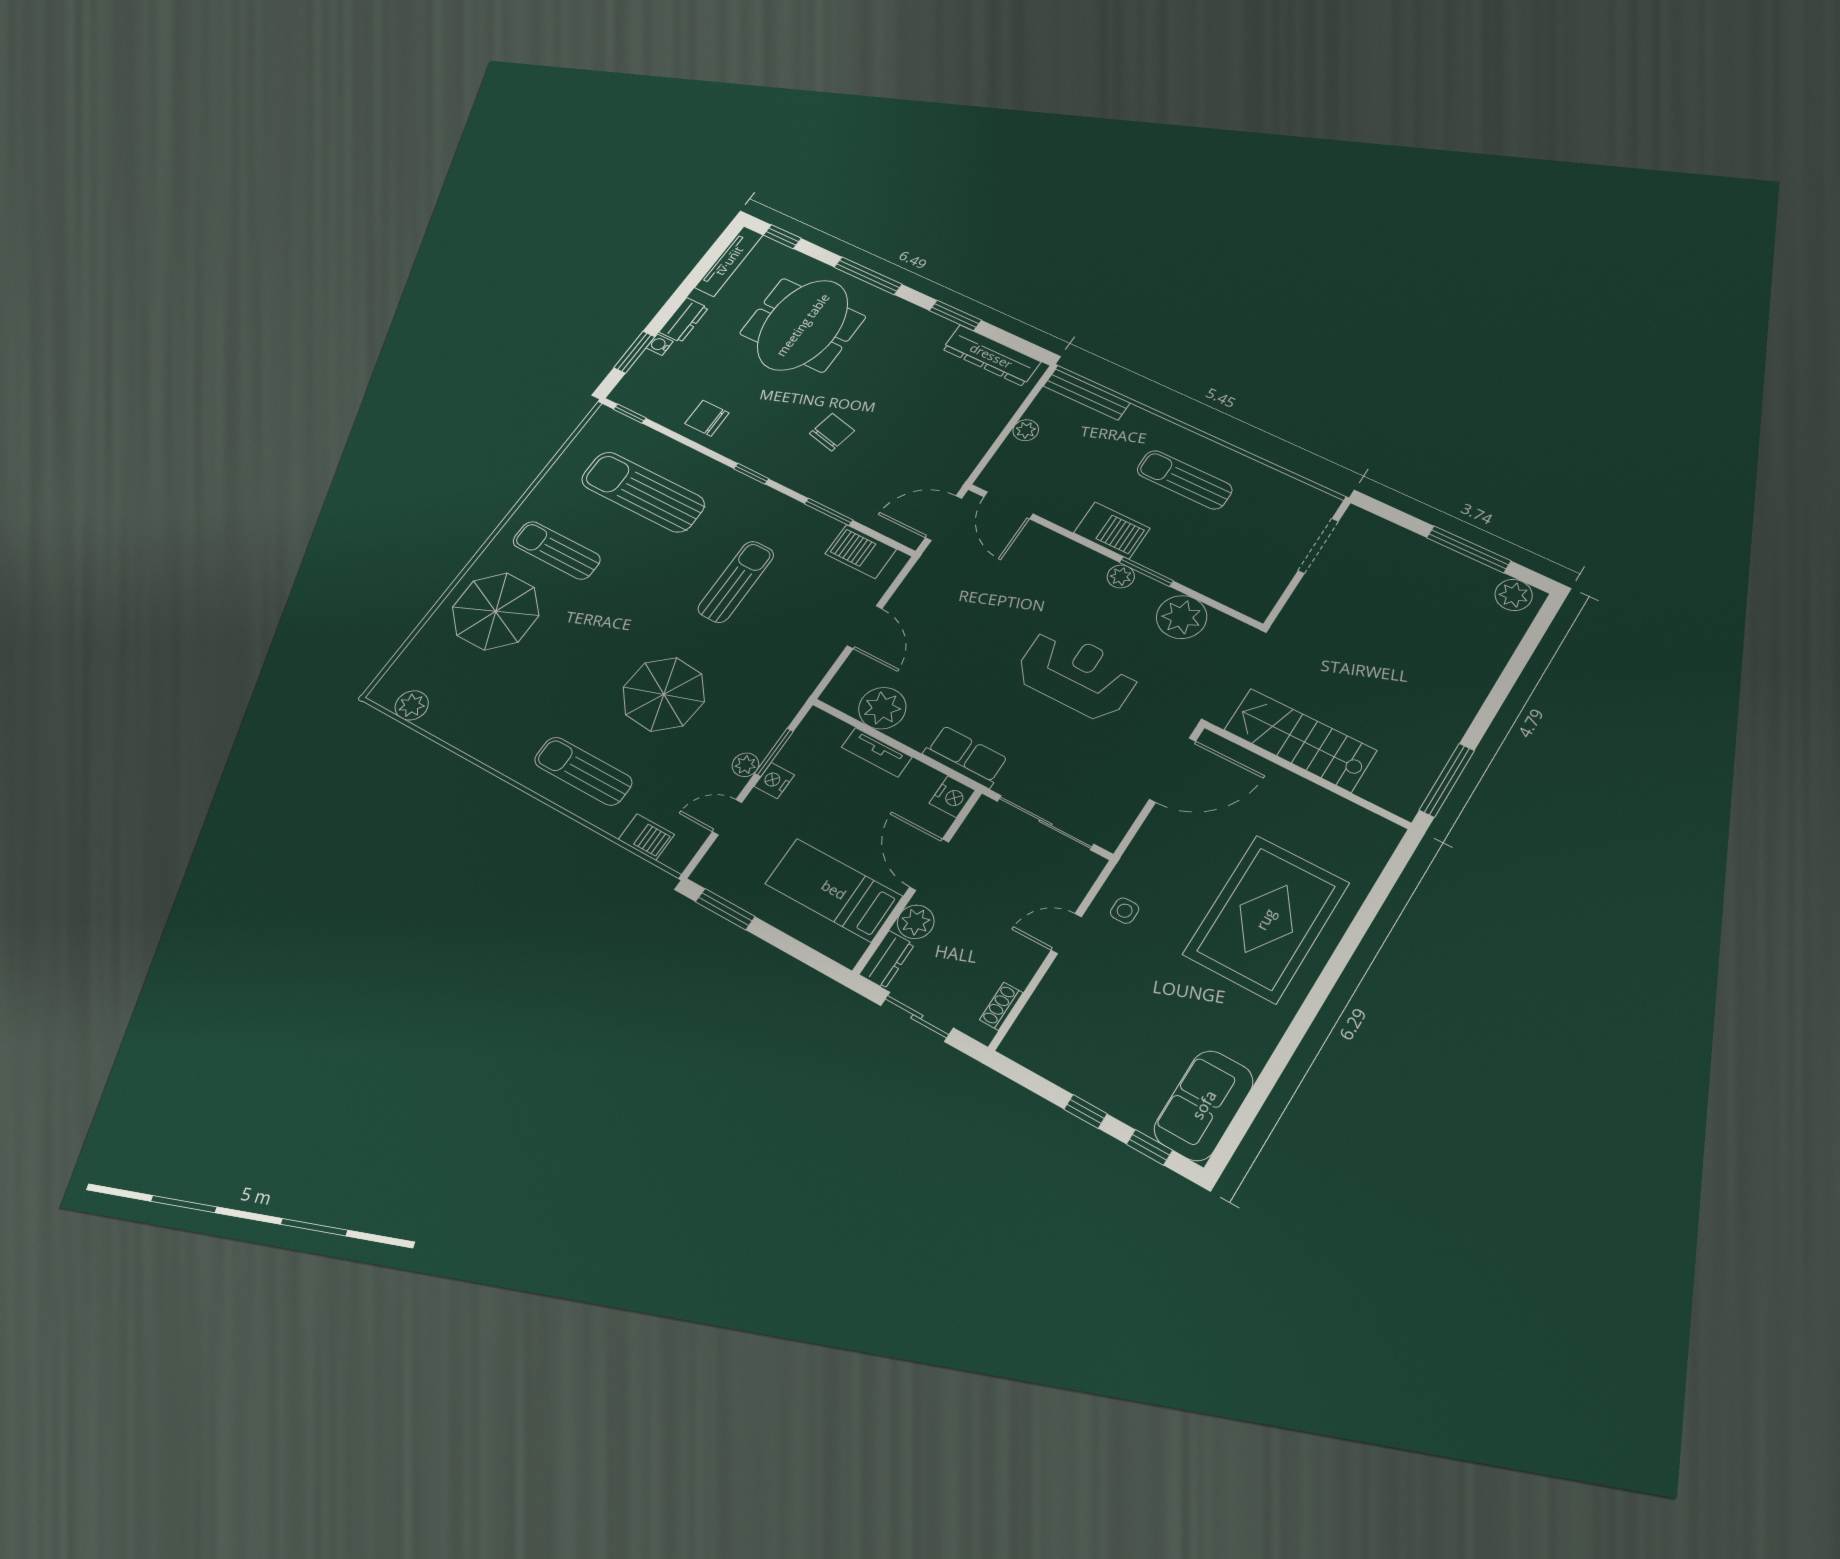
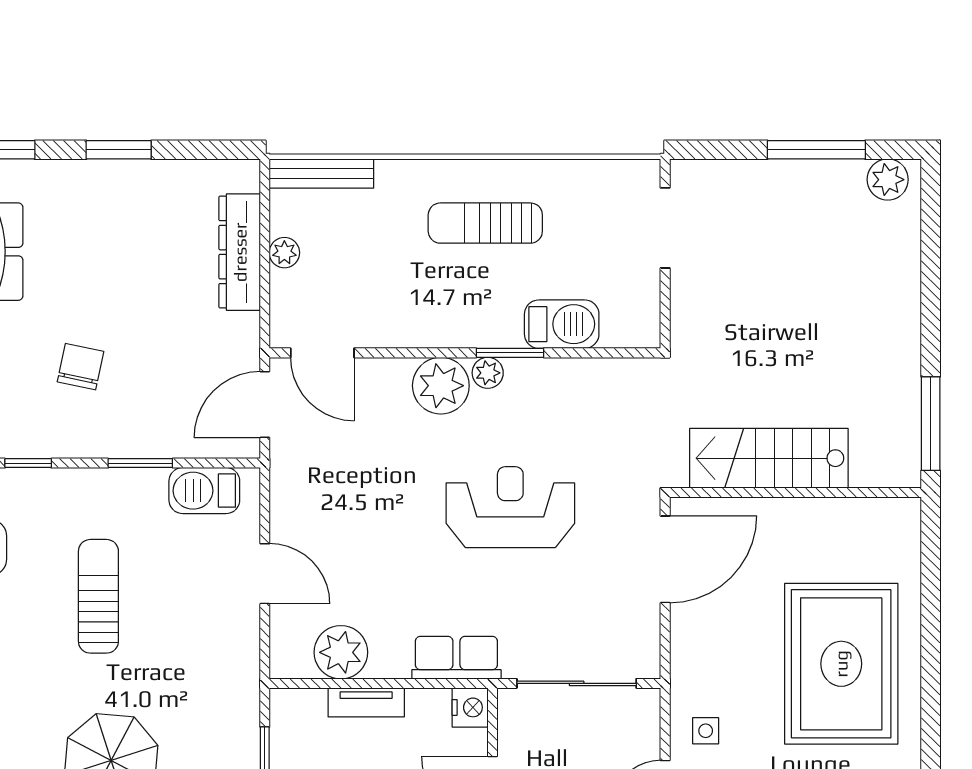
dresser: (991, 356) -> (240, 252), moved, turned 90
barbecue: (1112, 530) -> (562, 324), moved
plant: (1182, 617) -> (441, 386), moved

